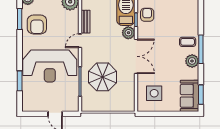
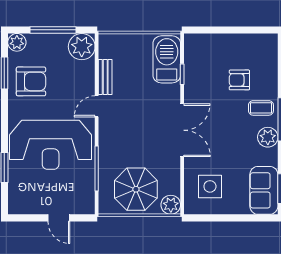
armchair: (147, 15) -> (239, 80), moved, turned -90
armchair: (37, 24) -> (31, 81), turned -90
plant: (128, 33) -> (171, 205), moved
parasol: (102, 77) -> (136, 189), moved

